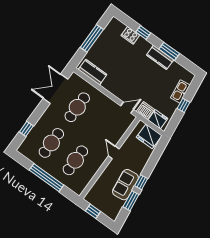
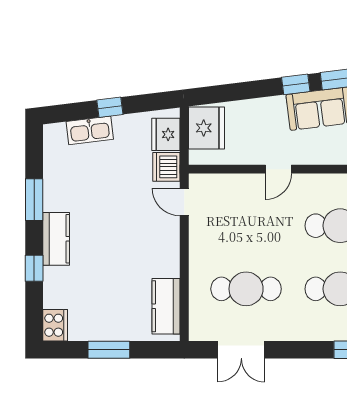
cooker: (130, 35) -> (55, 325), moved
window: (92, 38) -> (109, 350), width x0.69
kitchen counter: (160, 57) -> (56, 239), moved
double door: (55, 89) -> (241, 350), width x0.73

